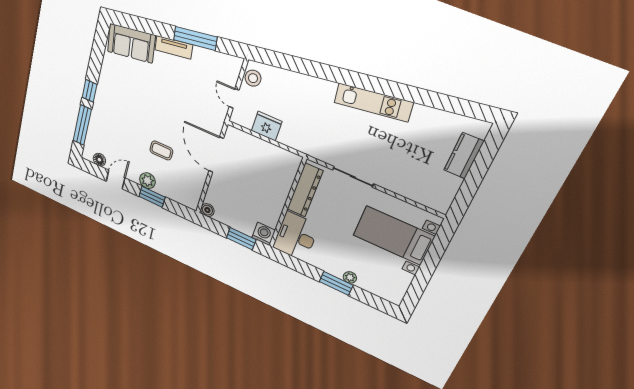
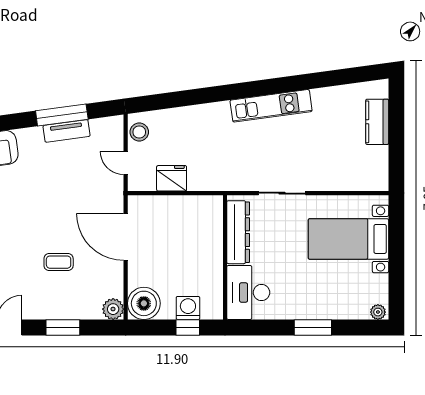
tv unit: (174, 47) -> (67, 131), moved
plant: (147, 181) -> (113, 309), moved
boiler: (207, 210) -> (144, 303), width x1.86, depth x1.86
washing machine: (264, 234) -> (188, 308), moved
window: (241, 239) -> (188, 327), width x0.67
plant: (350, 277) -> (378, 312), moved

